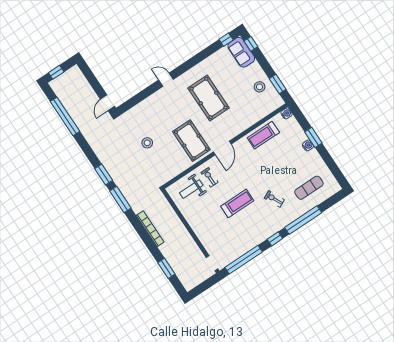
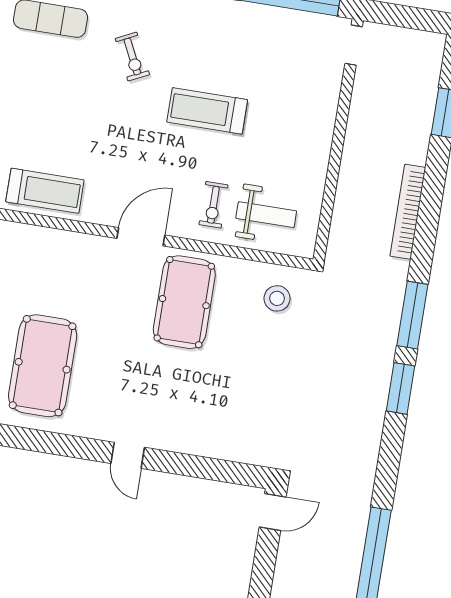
pool table: (209, 98) -> (43, 366), moved
stool: (147, 143) -> (277, 298), moved

